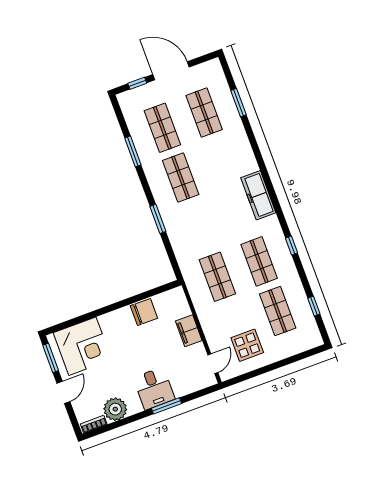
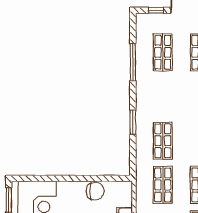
window: (133, 151) -> (133, 62), width x1.44
shop shelf: (181, 177) -> (163, 141), moved

